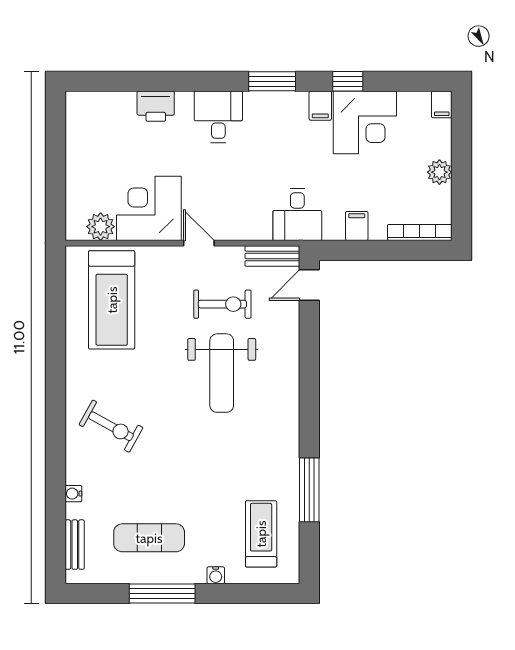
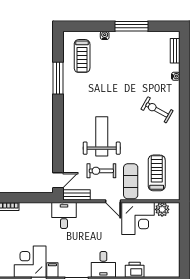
filing cabinet: (357, 226) -> (34, 210), removed
treadmill: (112, 300) -> (157, 173), width x0.73, depth x0.73
exercise mat: (149, 538) -> (131, 181), moved, turned 90

